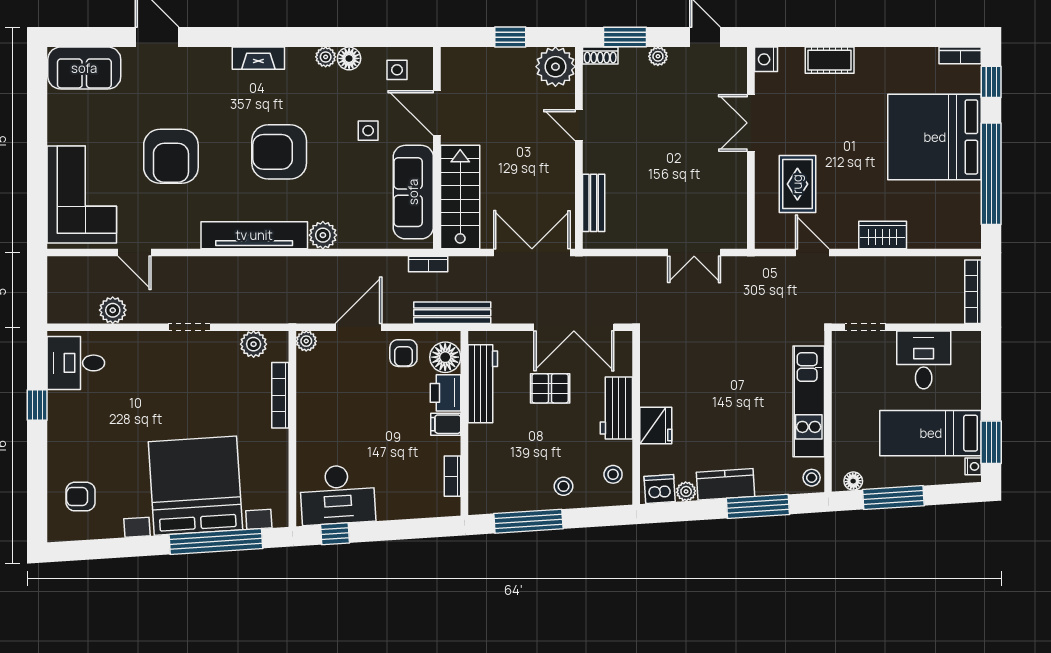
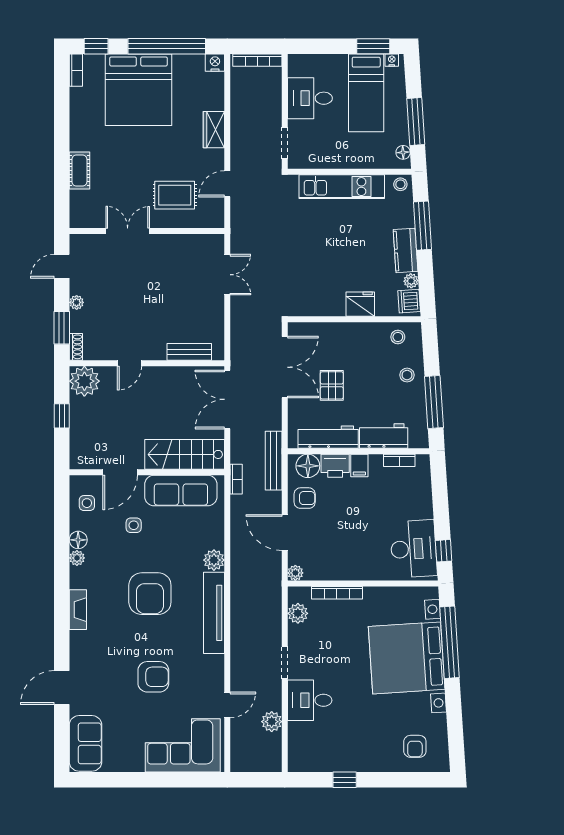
nightstand: (766, 59) -> (215, 63), moved, turned 180
double door: (751, 123) -> (128, 231), swing flipped
armchair: (171, 156) -> (153, 677), width x0.73, depth x0.73
desk: (76, 363) -> (310, 700), moved, turned 90
workbench: (616, 408) -> (384, 436), moved, turned 180

